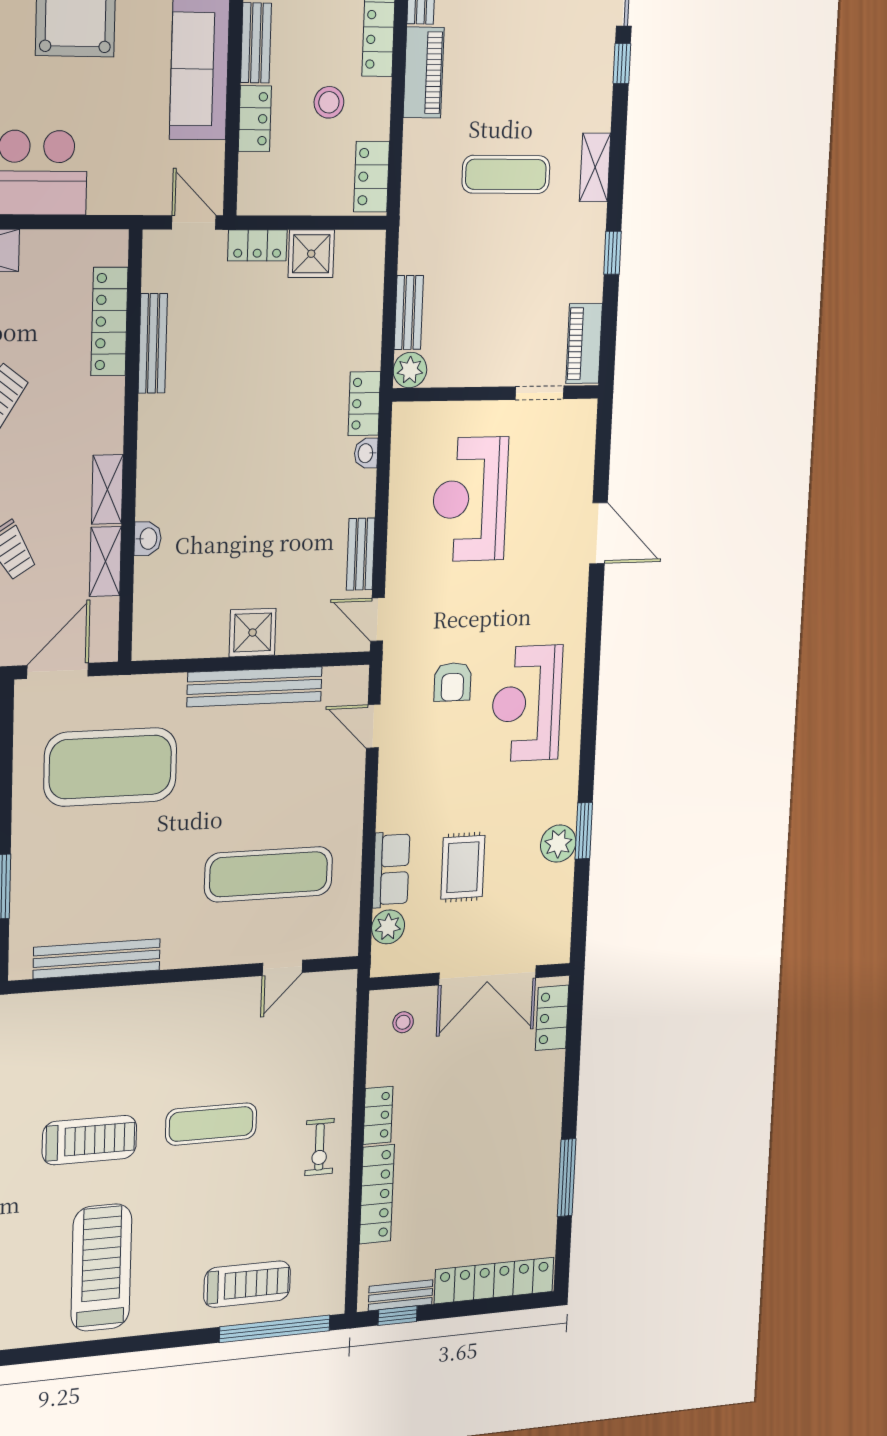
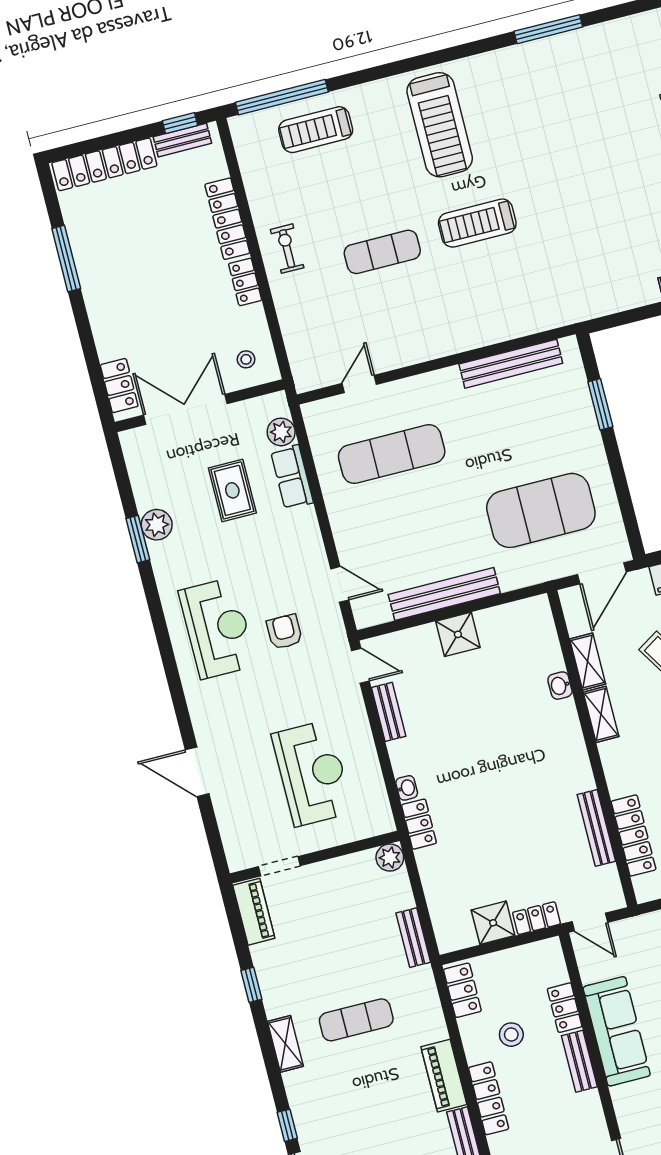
bench: (409, 313) -> (413, 938), moved

